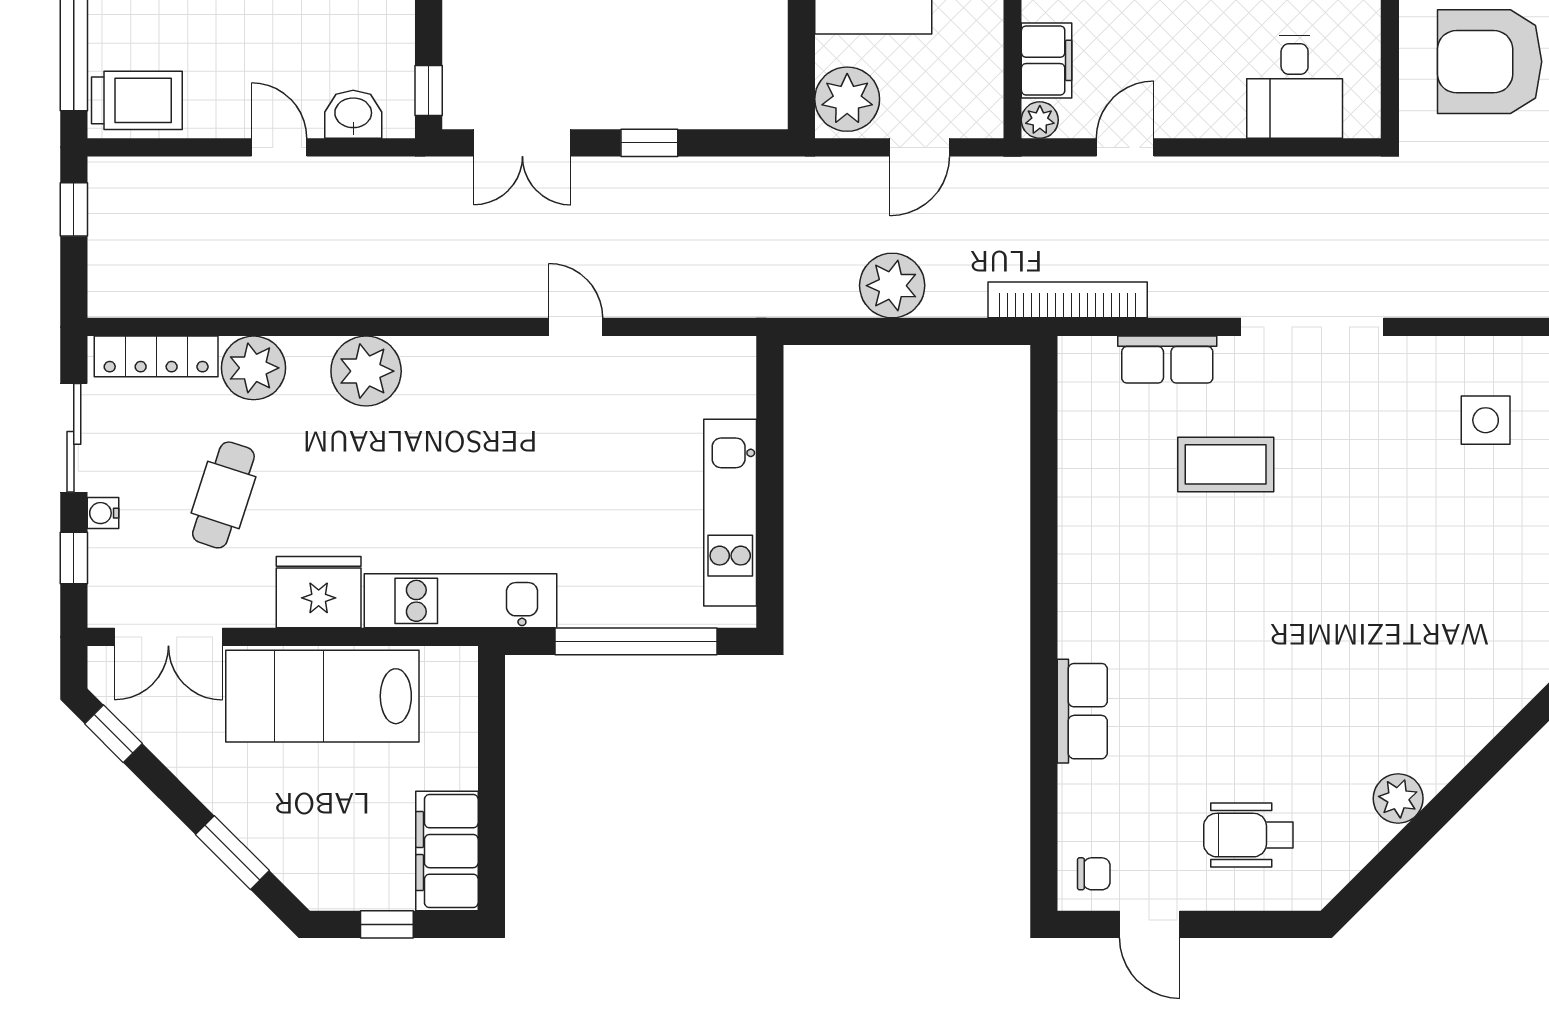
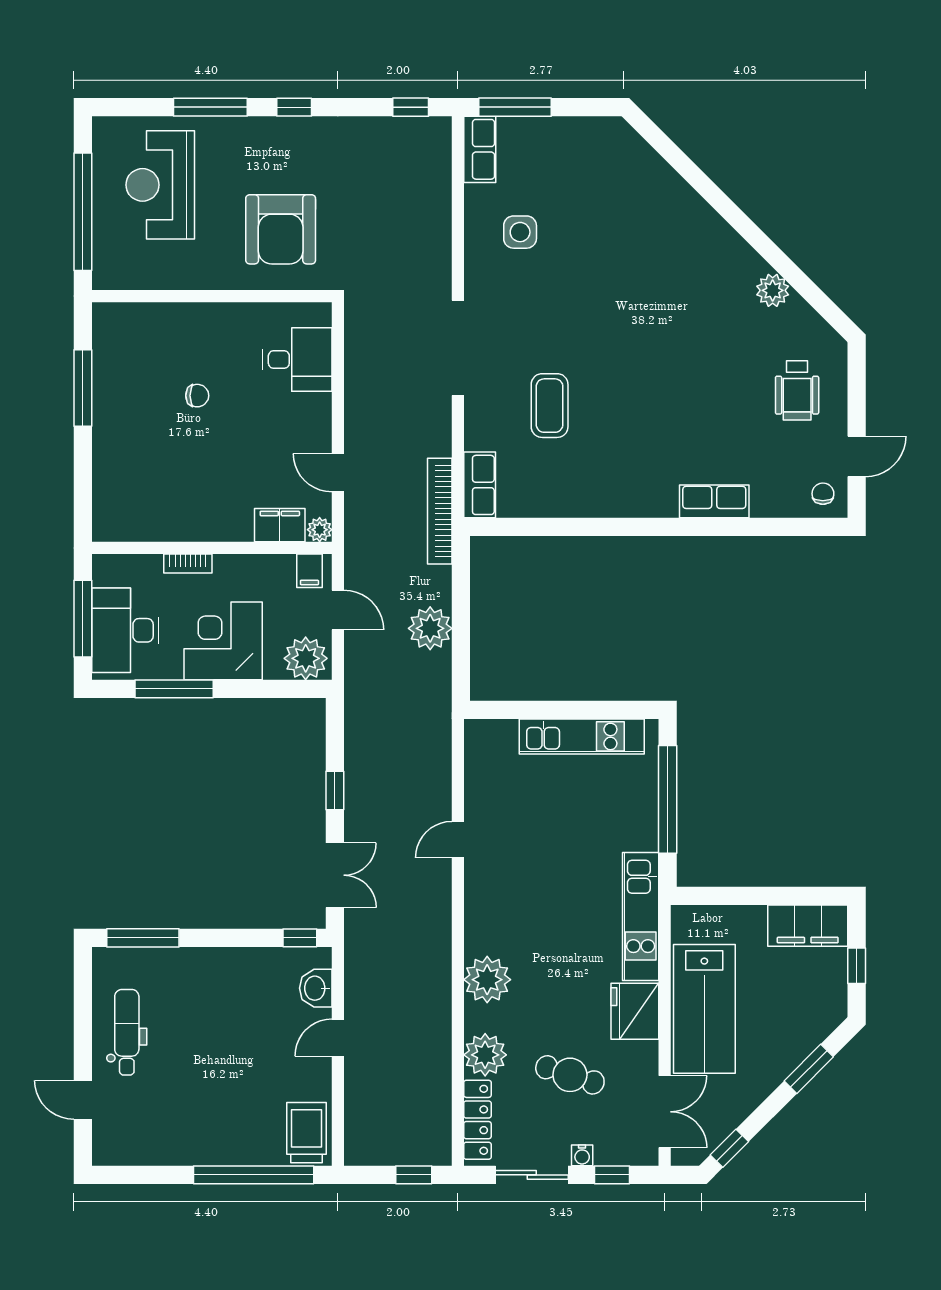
filing cabinet: (978, 105) -> (309, 571), added
window: (74, 209) -> (414, 1175), moved
row of seats: (1167, 360) -> (480, 485), moved

